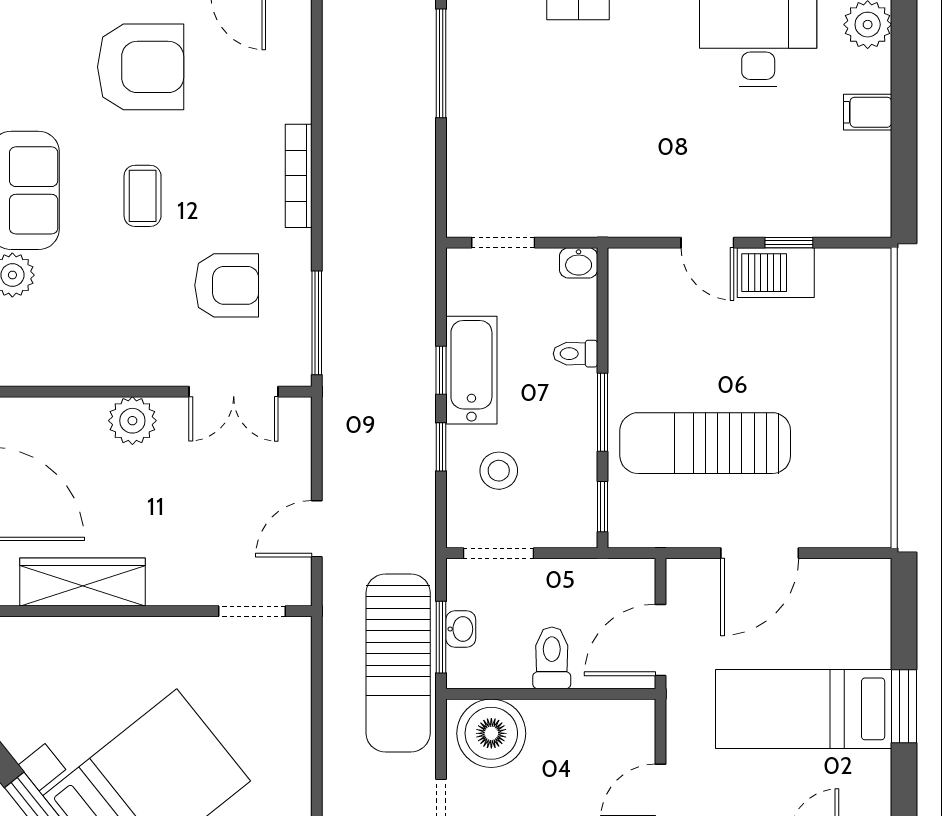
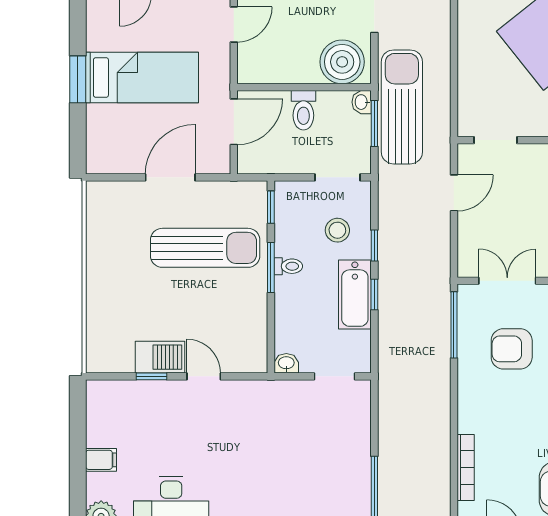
bookcase: (299, 176) -> (466, 468), moved
toilet: (575, 354) -> (288, 266), moved
washbasin: (461, 629) -> (362, 102), moved

